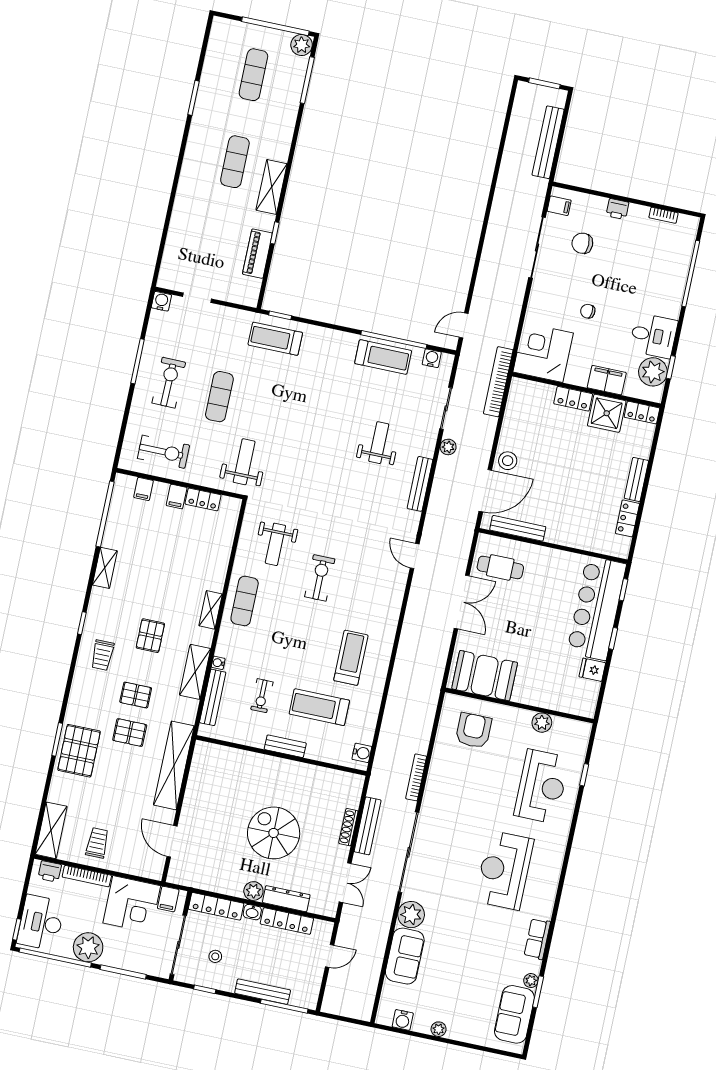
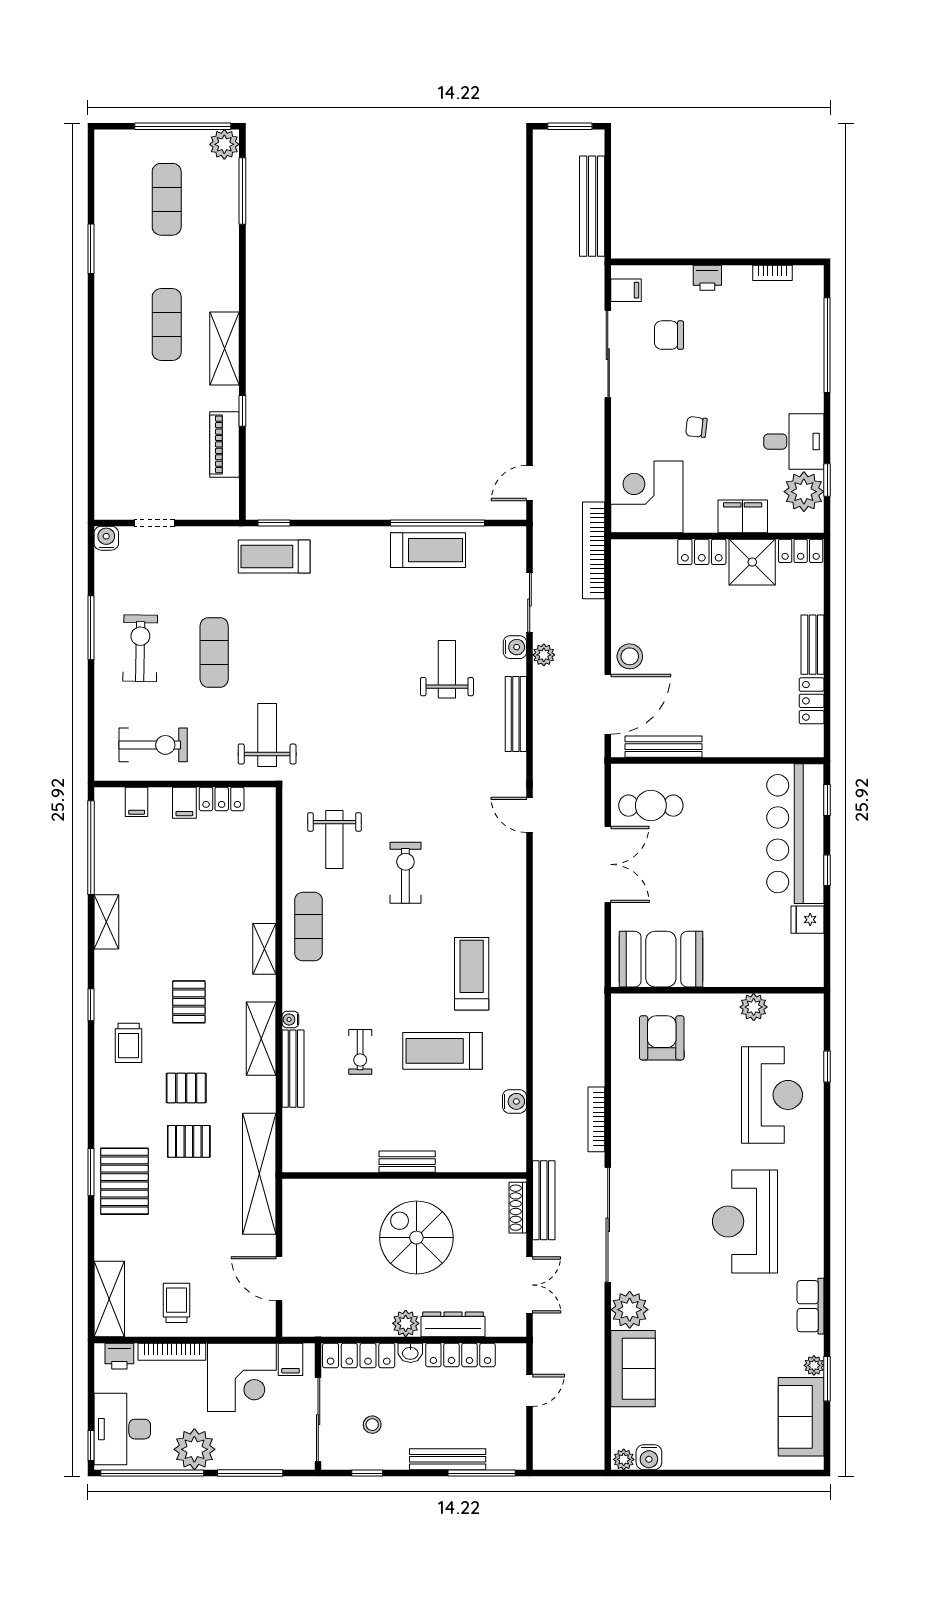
water cooler: (432, 358) -> (515, 647), moved, turned 90
bench: (285, 746) -> (407, 1162), moved
wall: (281, 755) -> (404, 1175), moved
plant: (439, 1029) -> (624, 1459), moved

